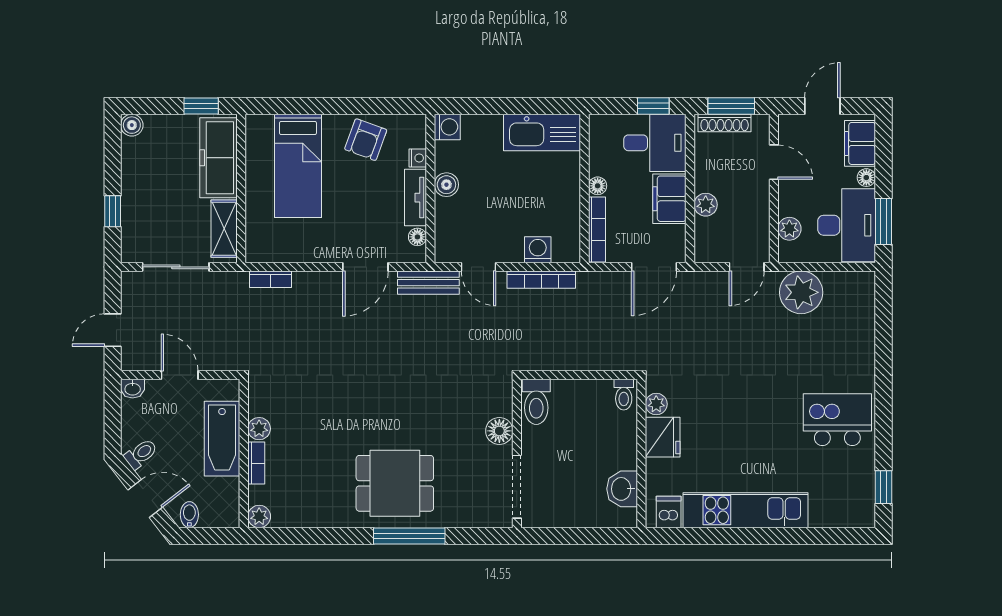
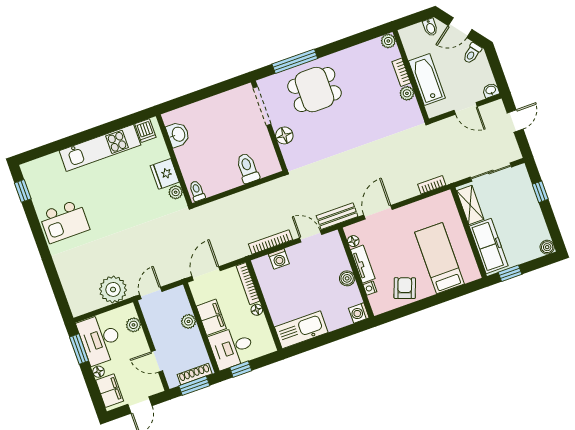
floor lamp: (499, 431) -> (284, 135), moved
wall: (517, 453) -> (269, 126), moved
doorway: (517, 487) -> (262, 106), moved

